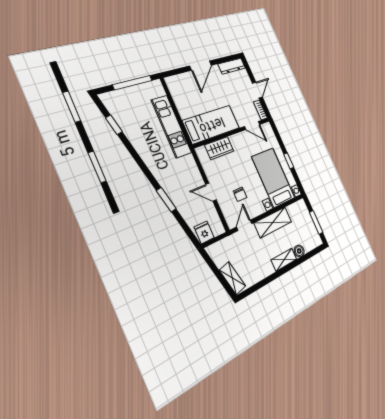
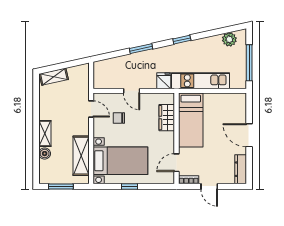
plant: (117, 109) -> (229, 39), added
window: (114, 125) -> (182, 40), moved
door: (211, 192) -> (132, 91), swing flipped
shelving: (273, 222) -> (81, 156), moved
fridge: (204, 232) -> (164, 81), moved, turned -90

